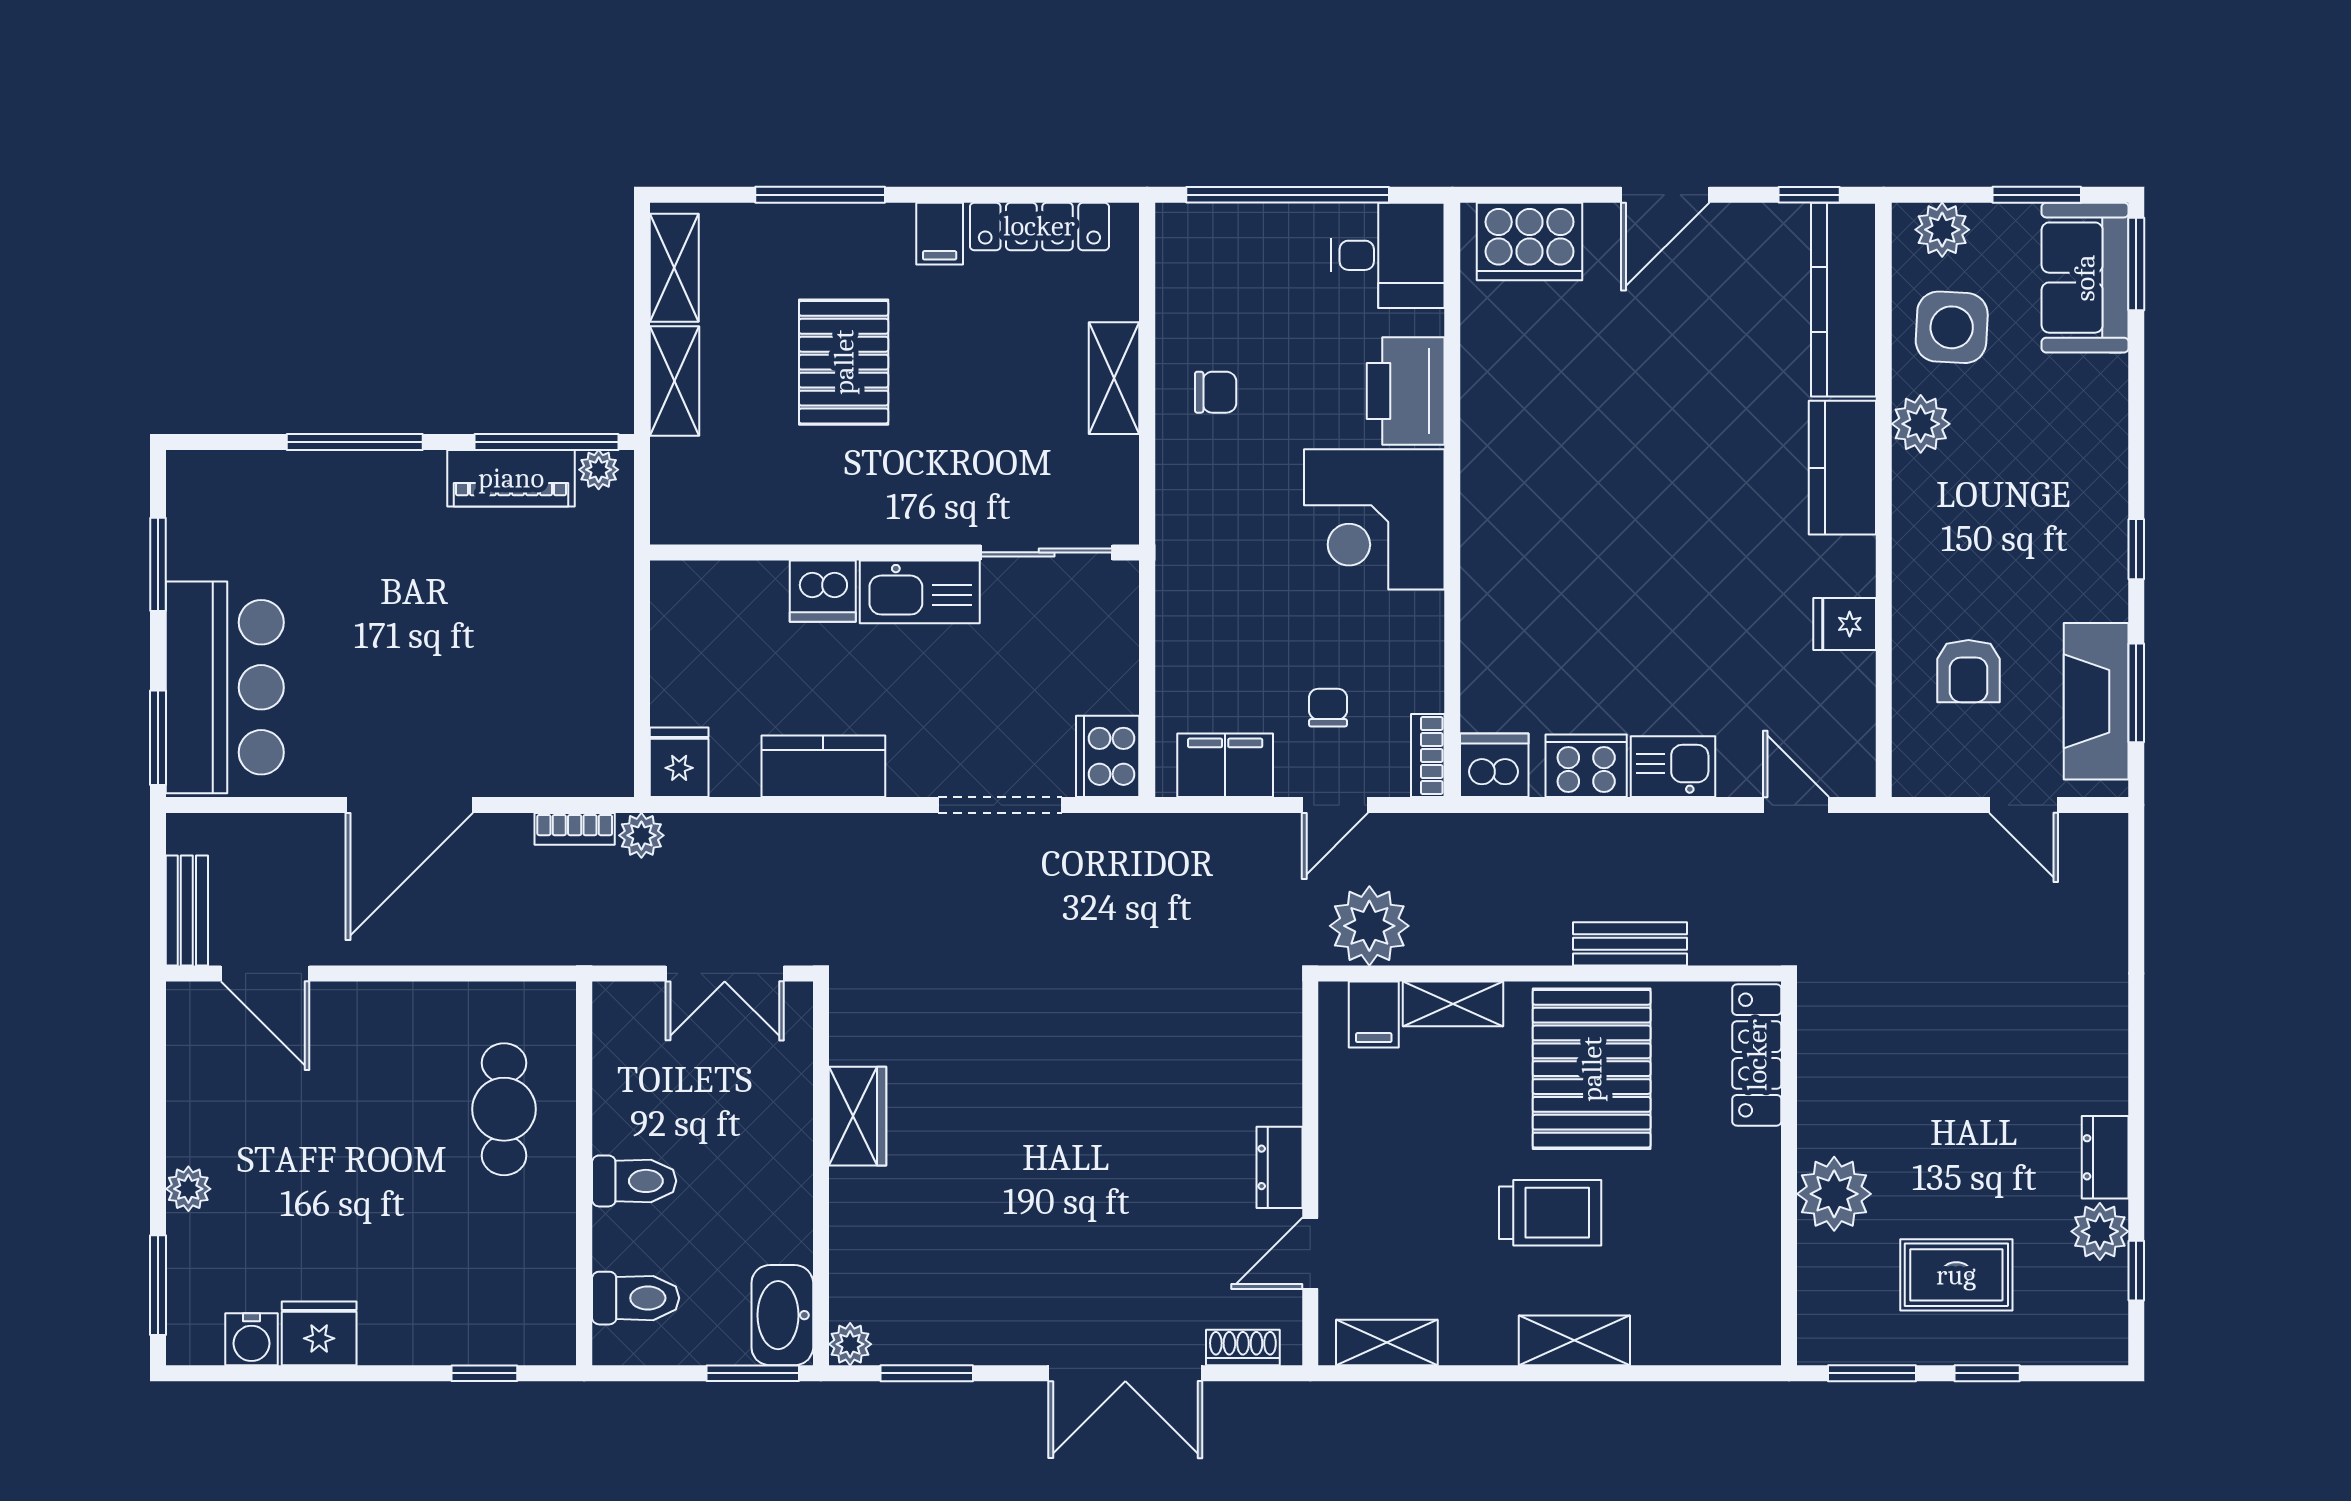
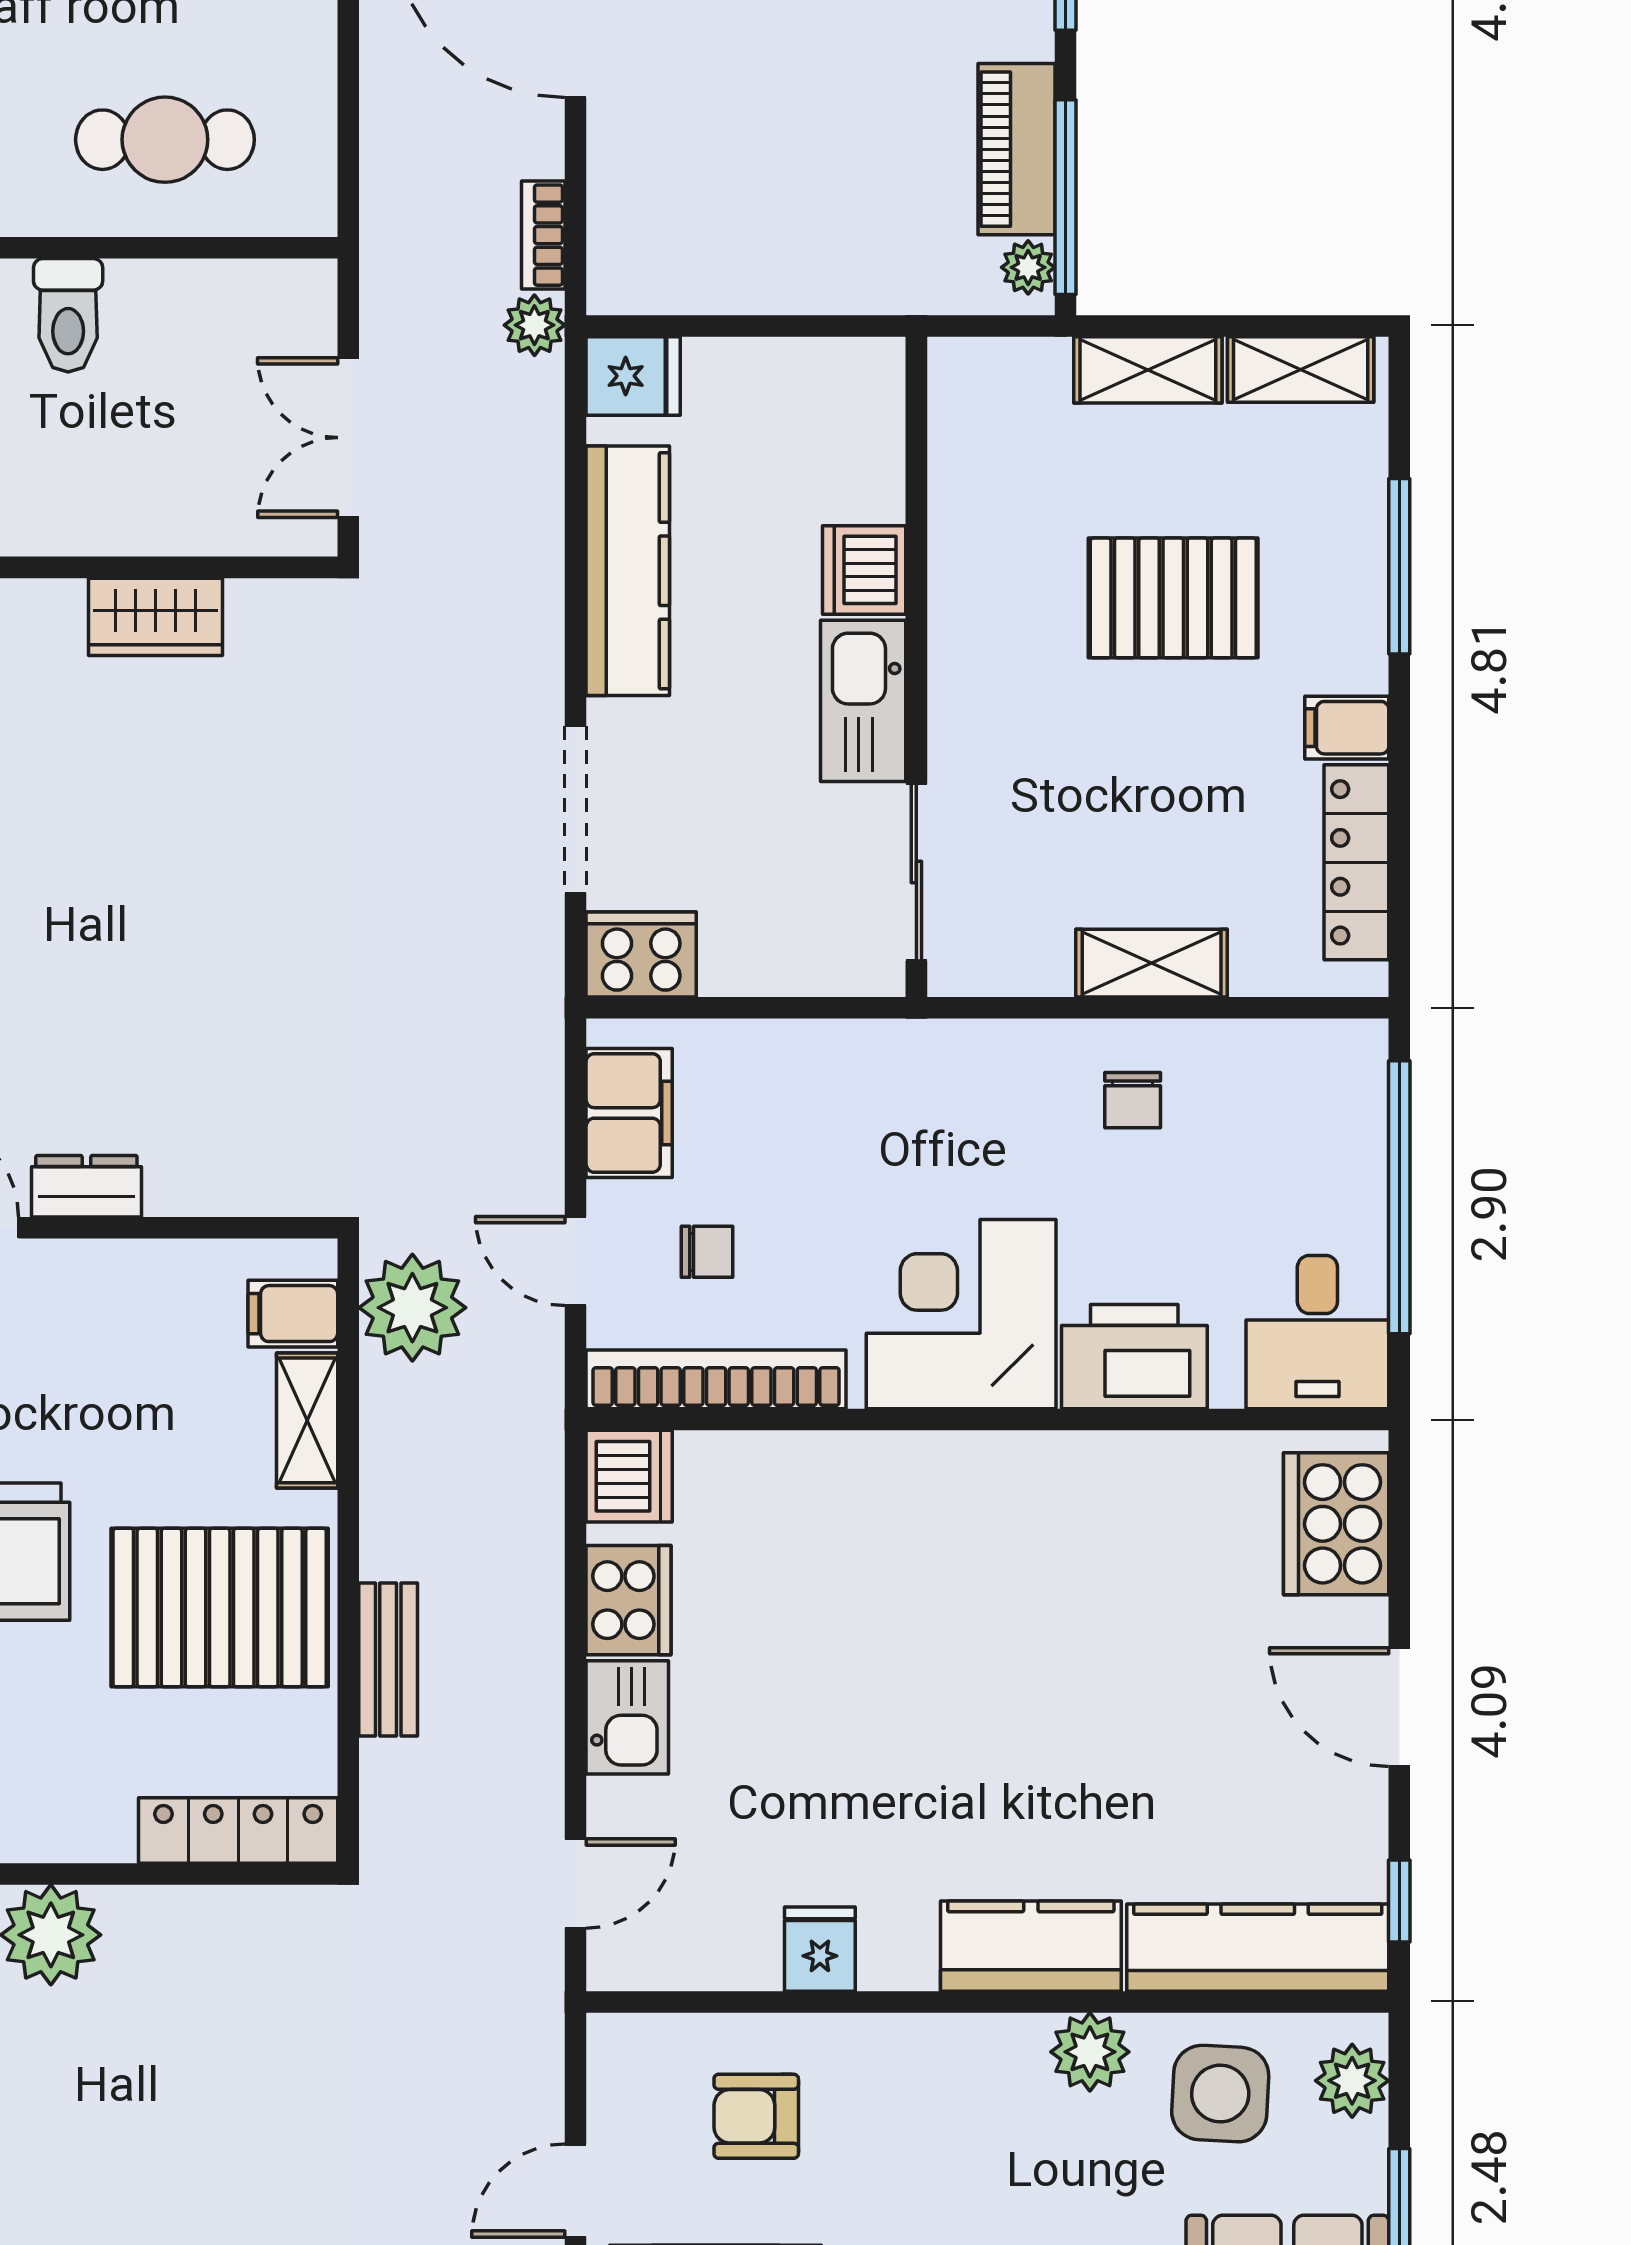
bookcase: (1428, 755) -> (716, 1379), width x2.31, depth x1.31
kitchen counter: (823, 766) -> (628, 571), width x1.50

